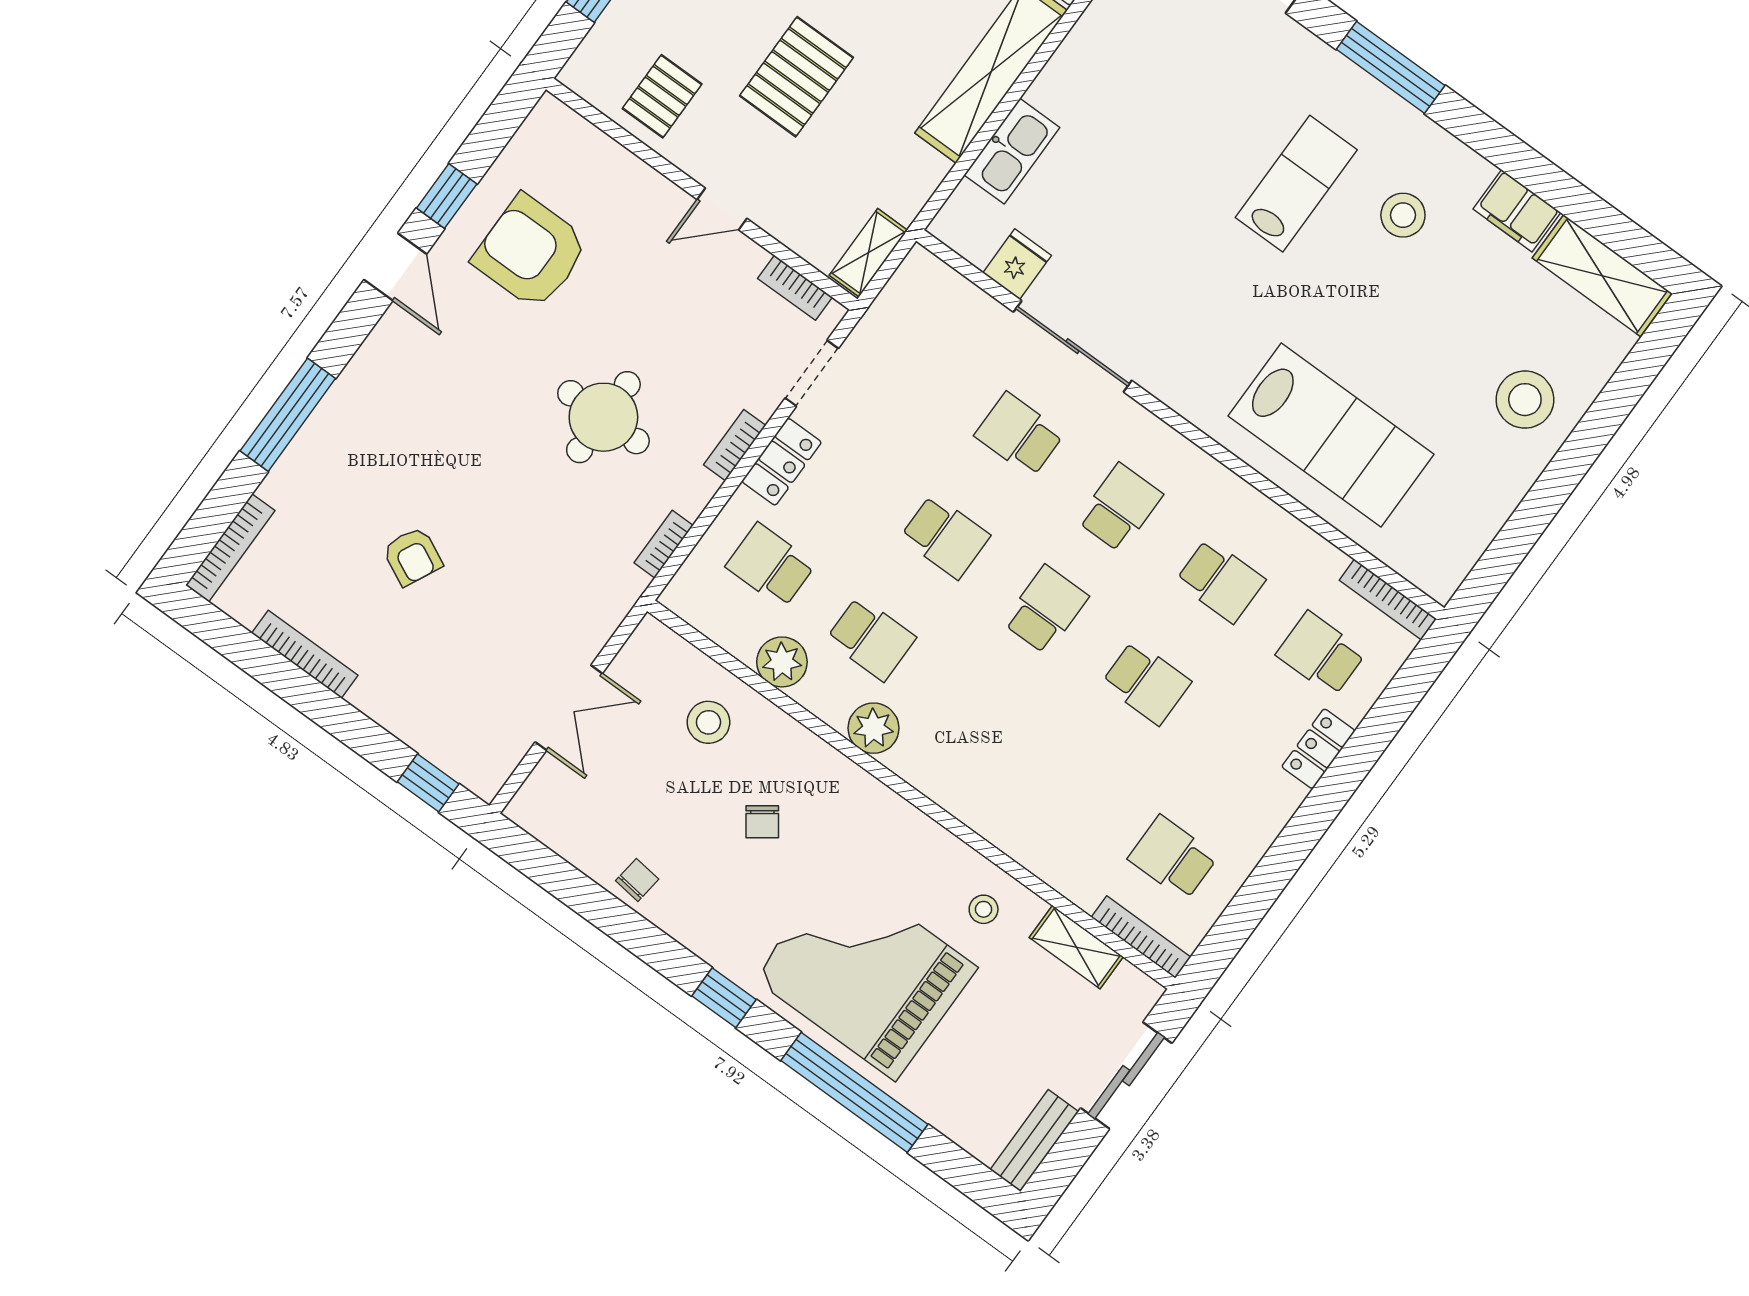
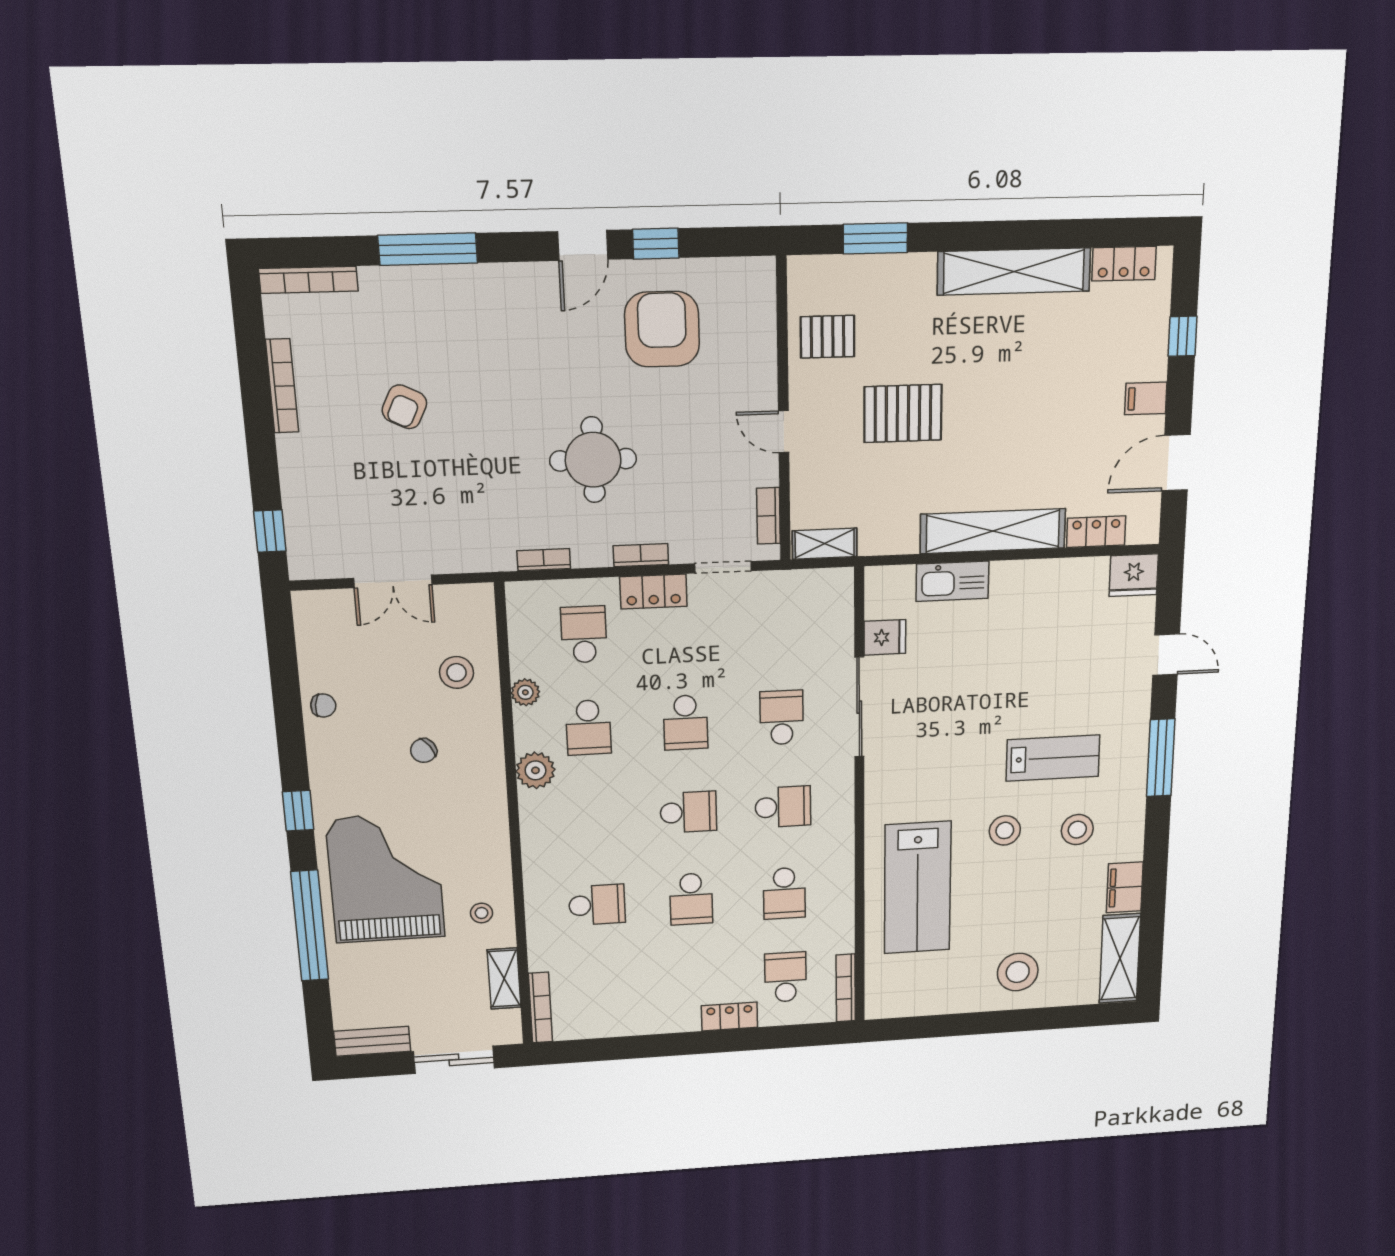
stool: (1340, 294) -> (1005, 830), added
plant: (782, 662) -> (525, 692), width x0.73, depth x0.73
school desk: (1173, 858) -> (597, 905), moved, turned 90

